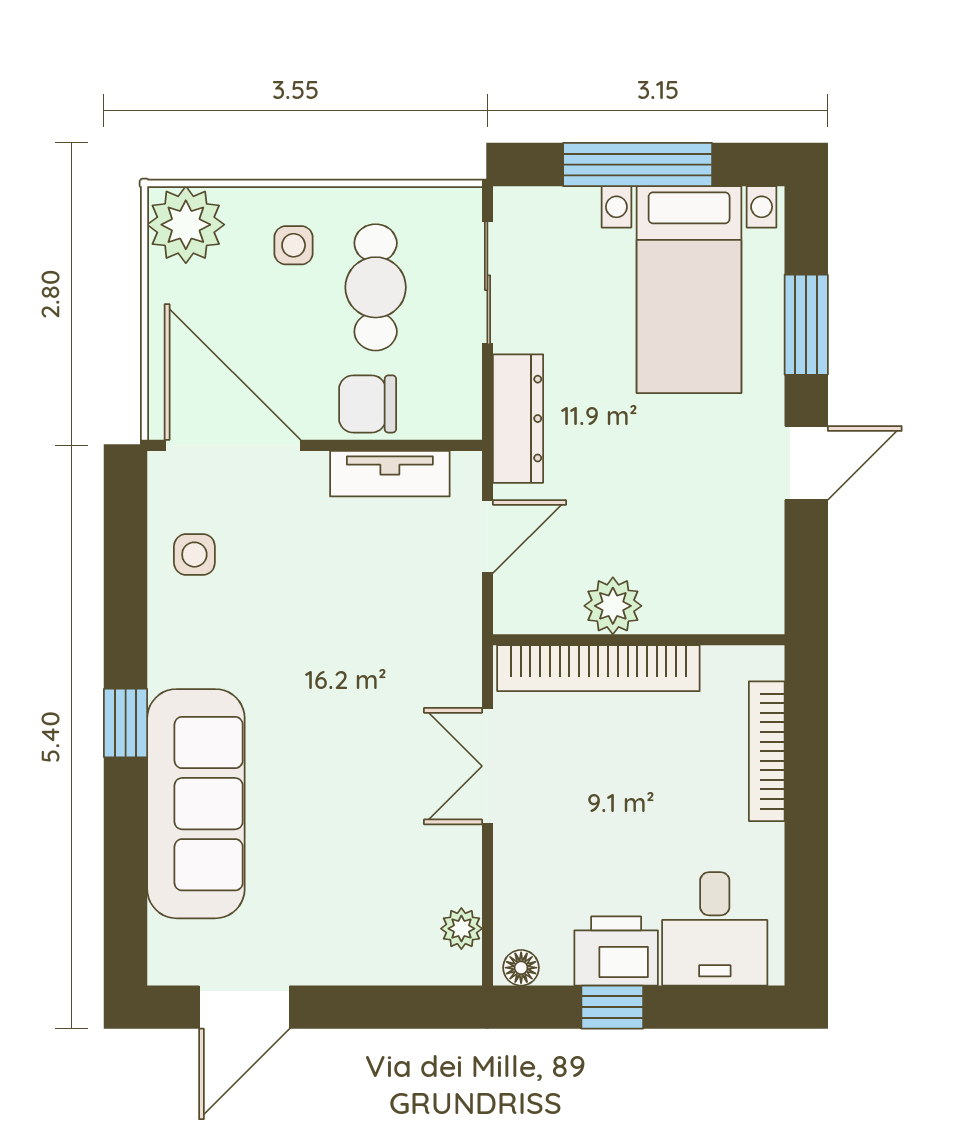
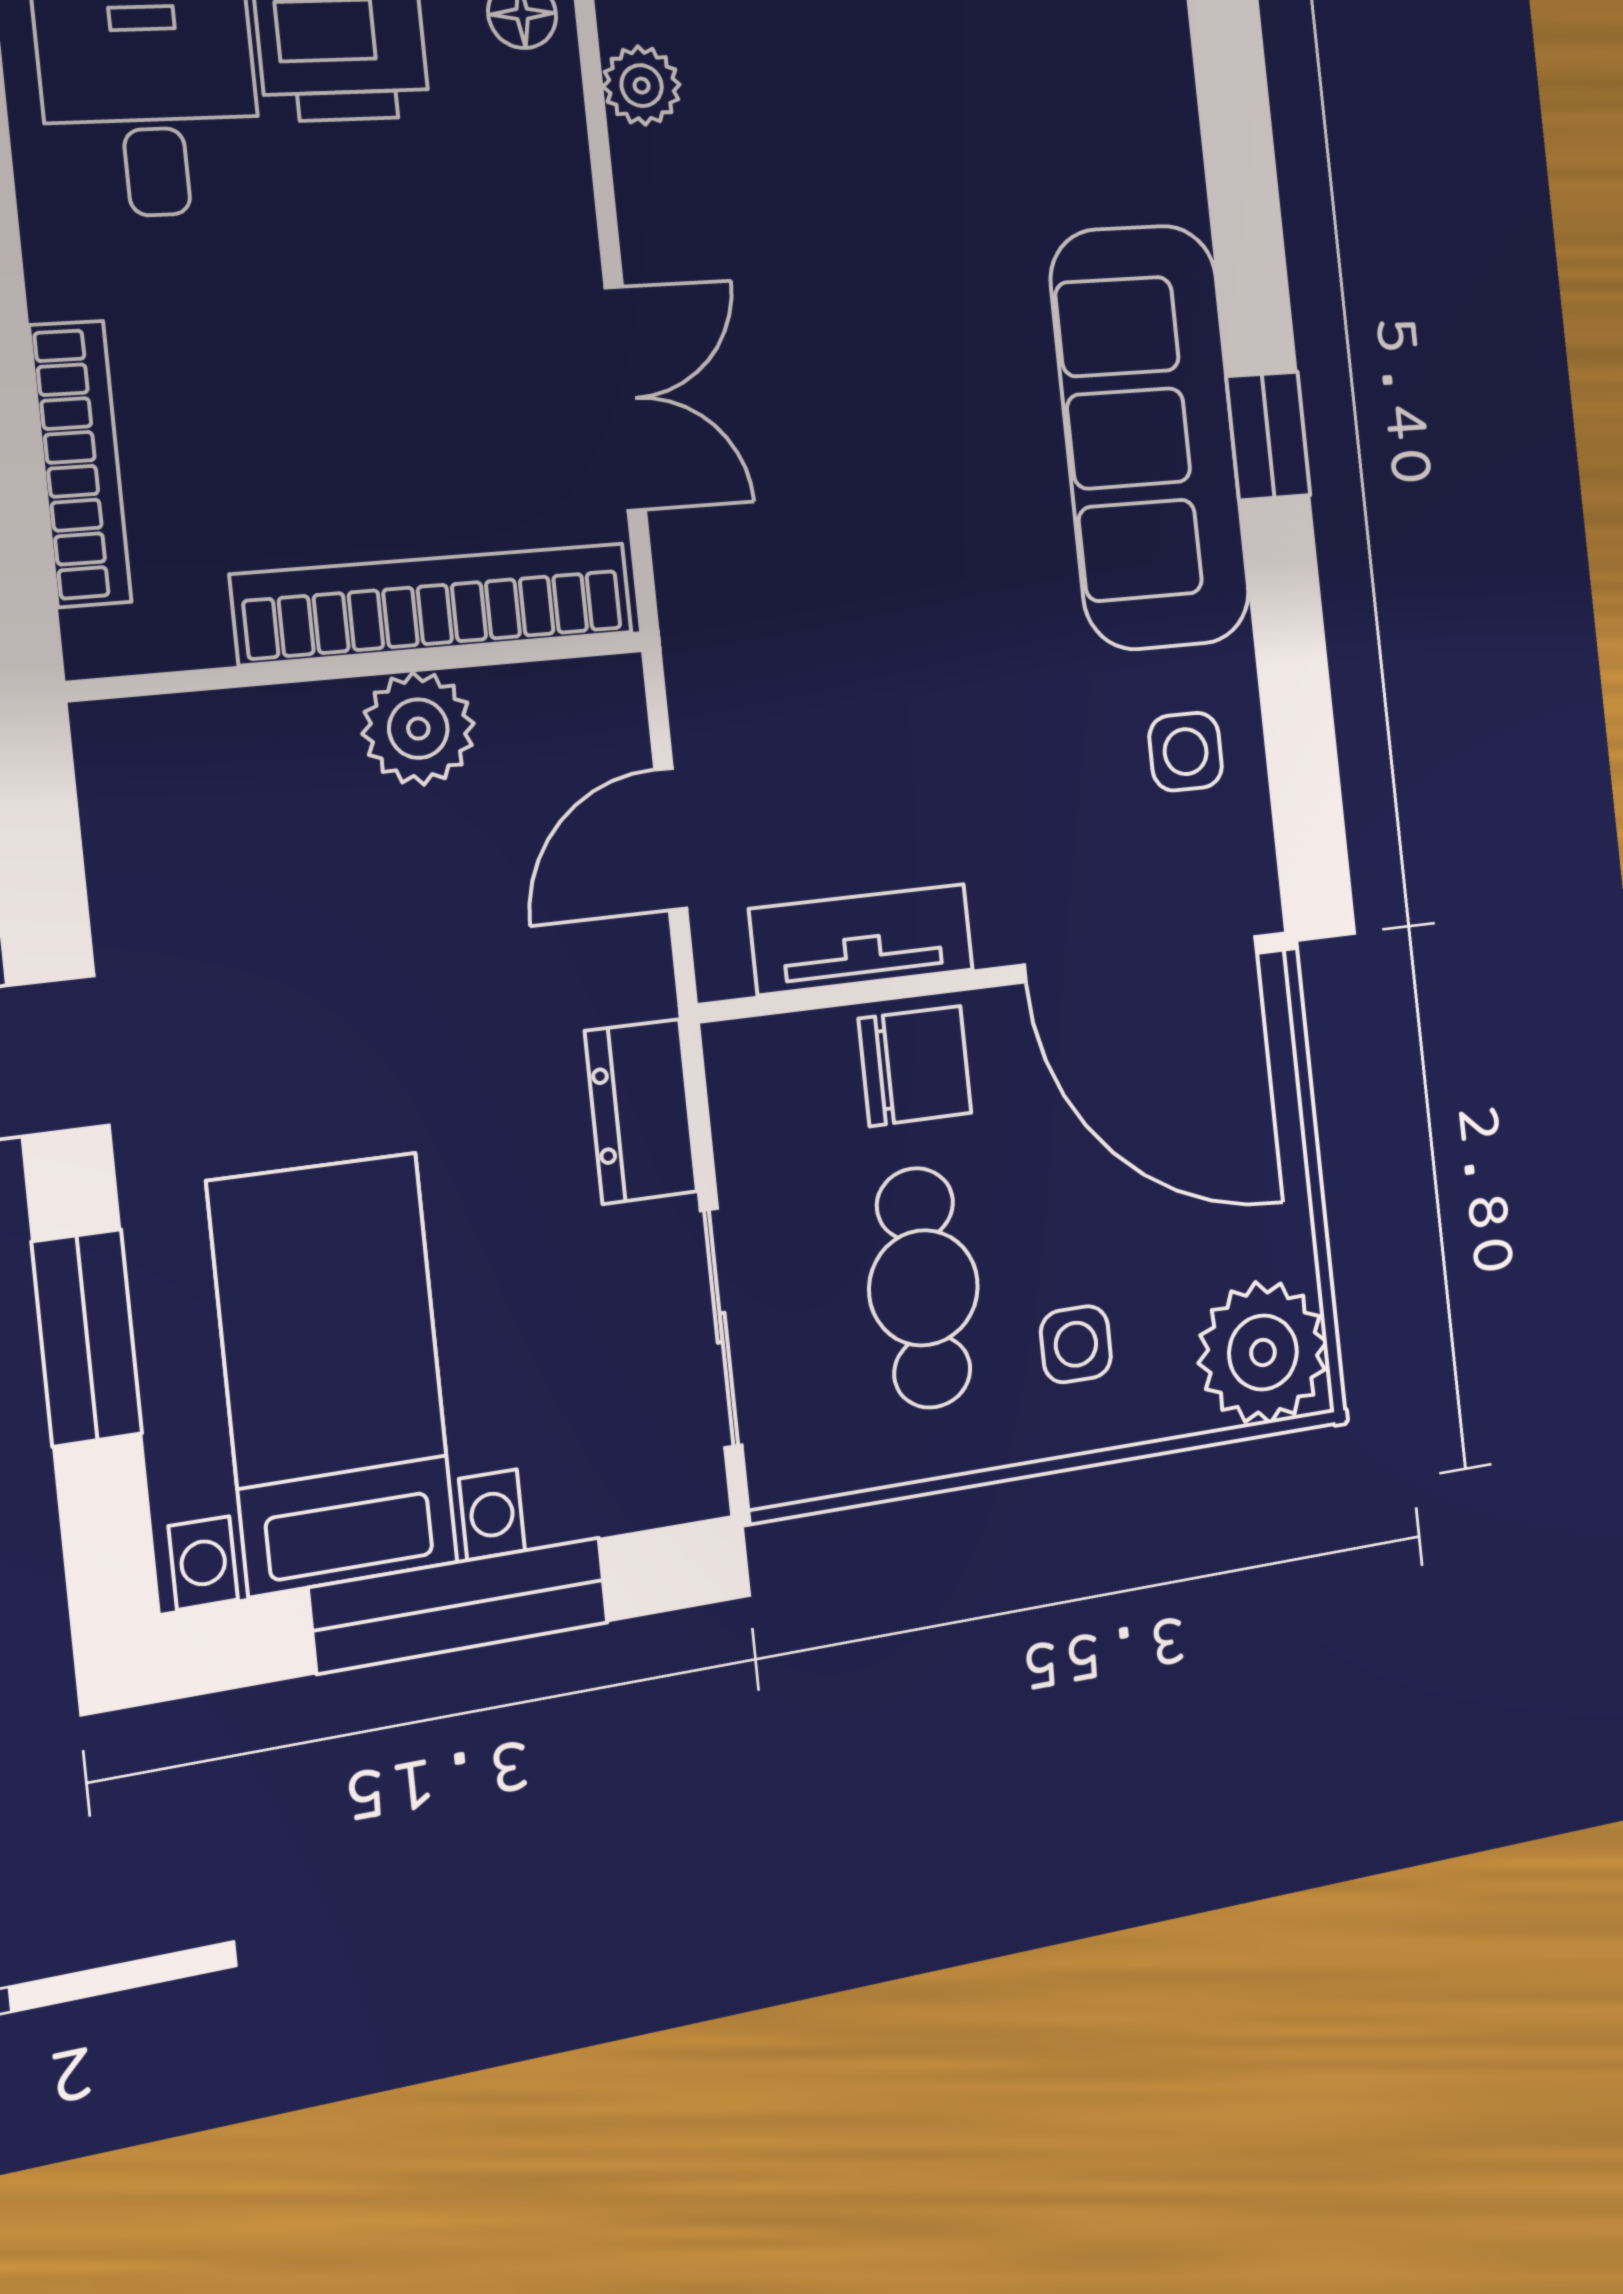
dresser: (518, 419) -> (641, 1111), width x0.70
sofa: (196, 804) -> (1150, 437), moved

